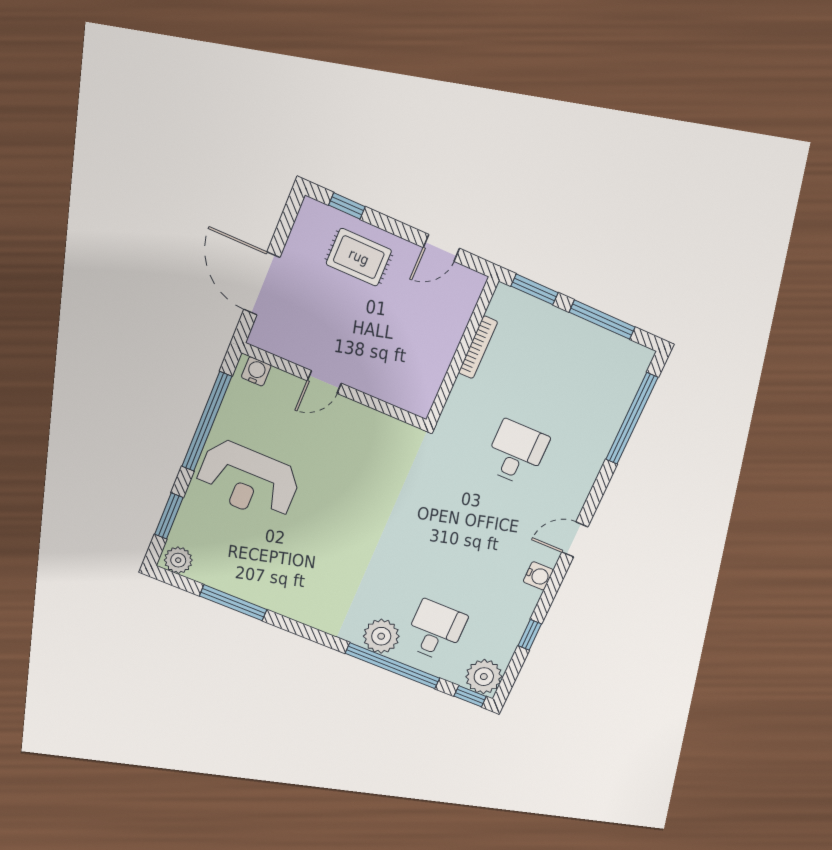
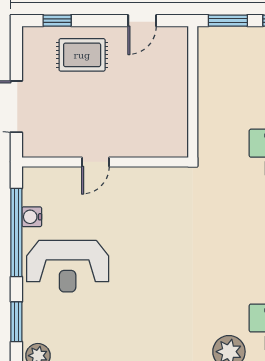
bookcase: (478, 347) -> (204, 84), removed
water cooler: (256, 371) -> (32, 217), moved, turned -90

